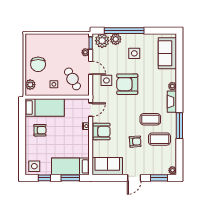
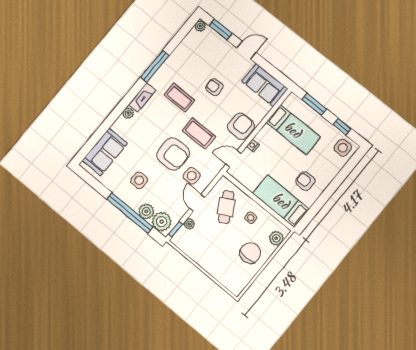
armchair: (102, 132) -> (241, 126), turned 90
coffee table: (159, 139) -> (199, 134), moved
bed: (70, 166) -> (293, 130), moved

